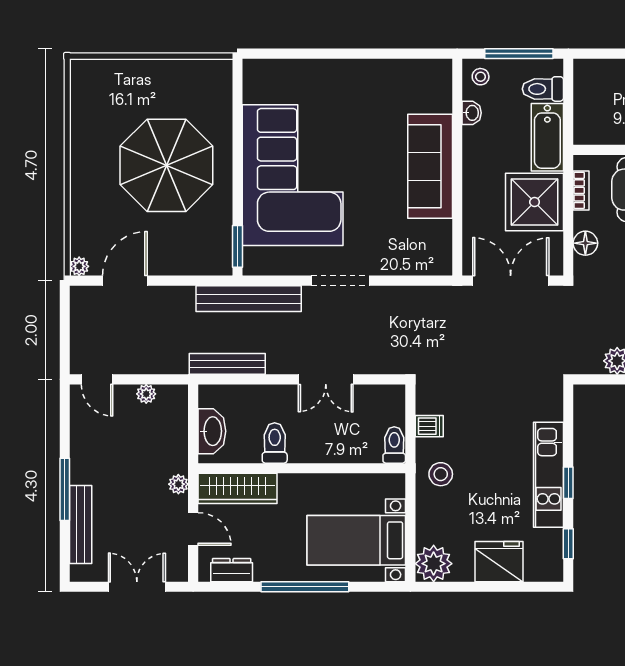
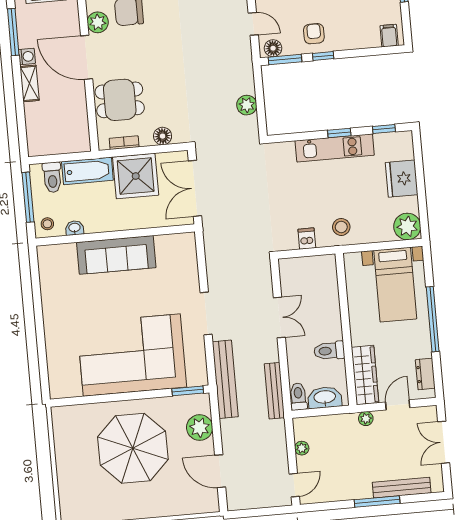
plant: (79, 266) -> (200, 428), moved, width x1.87, depth x1.87
toilet: (394, 445) -> (298, 397), moved, turned 90

